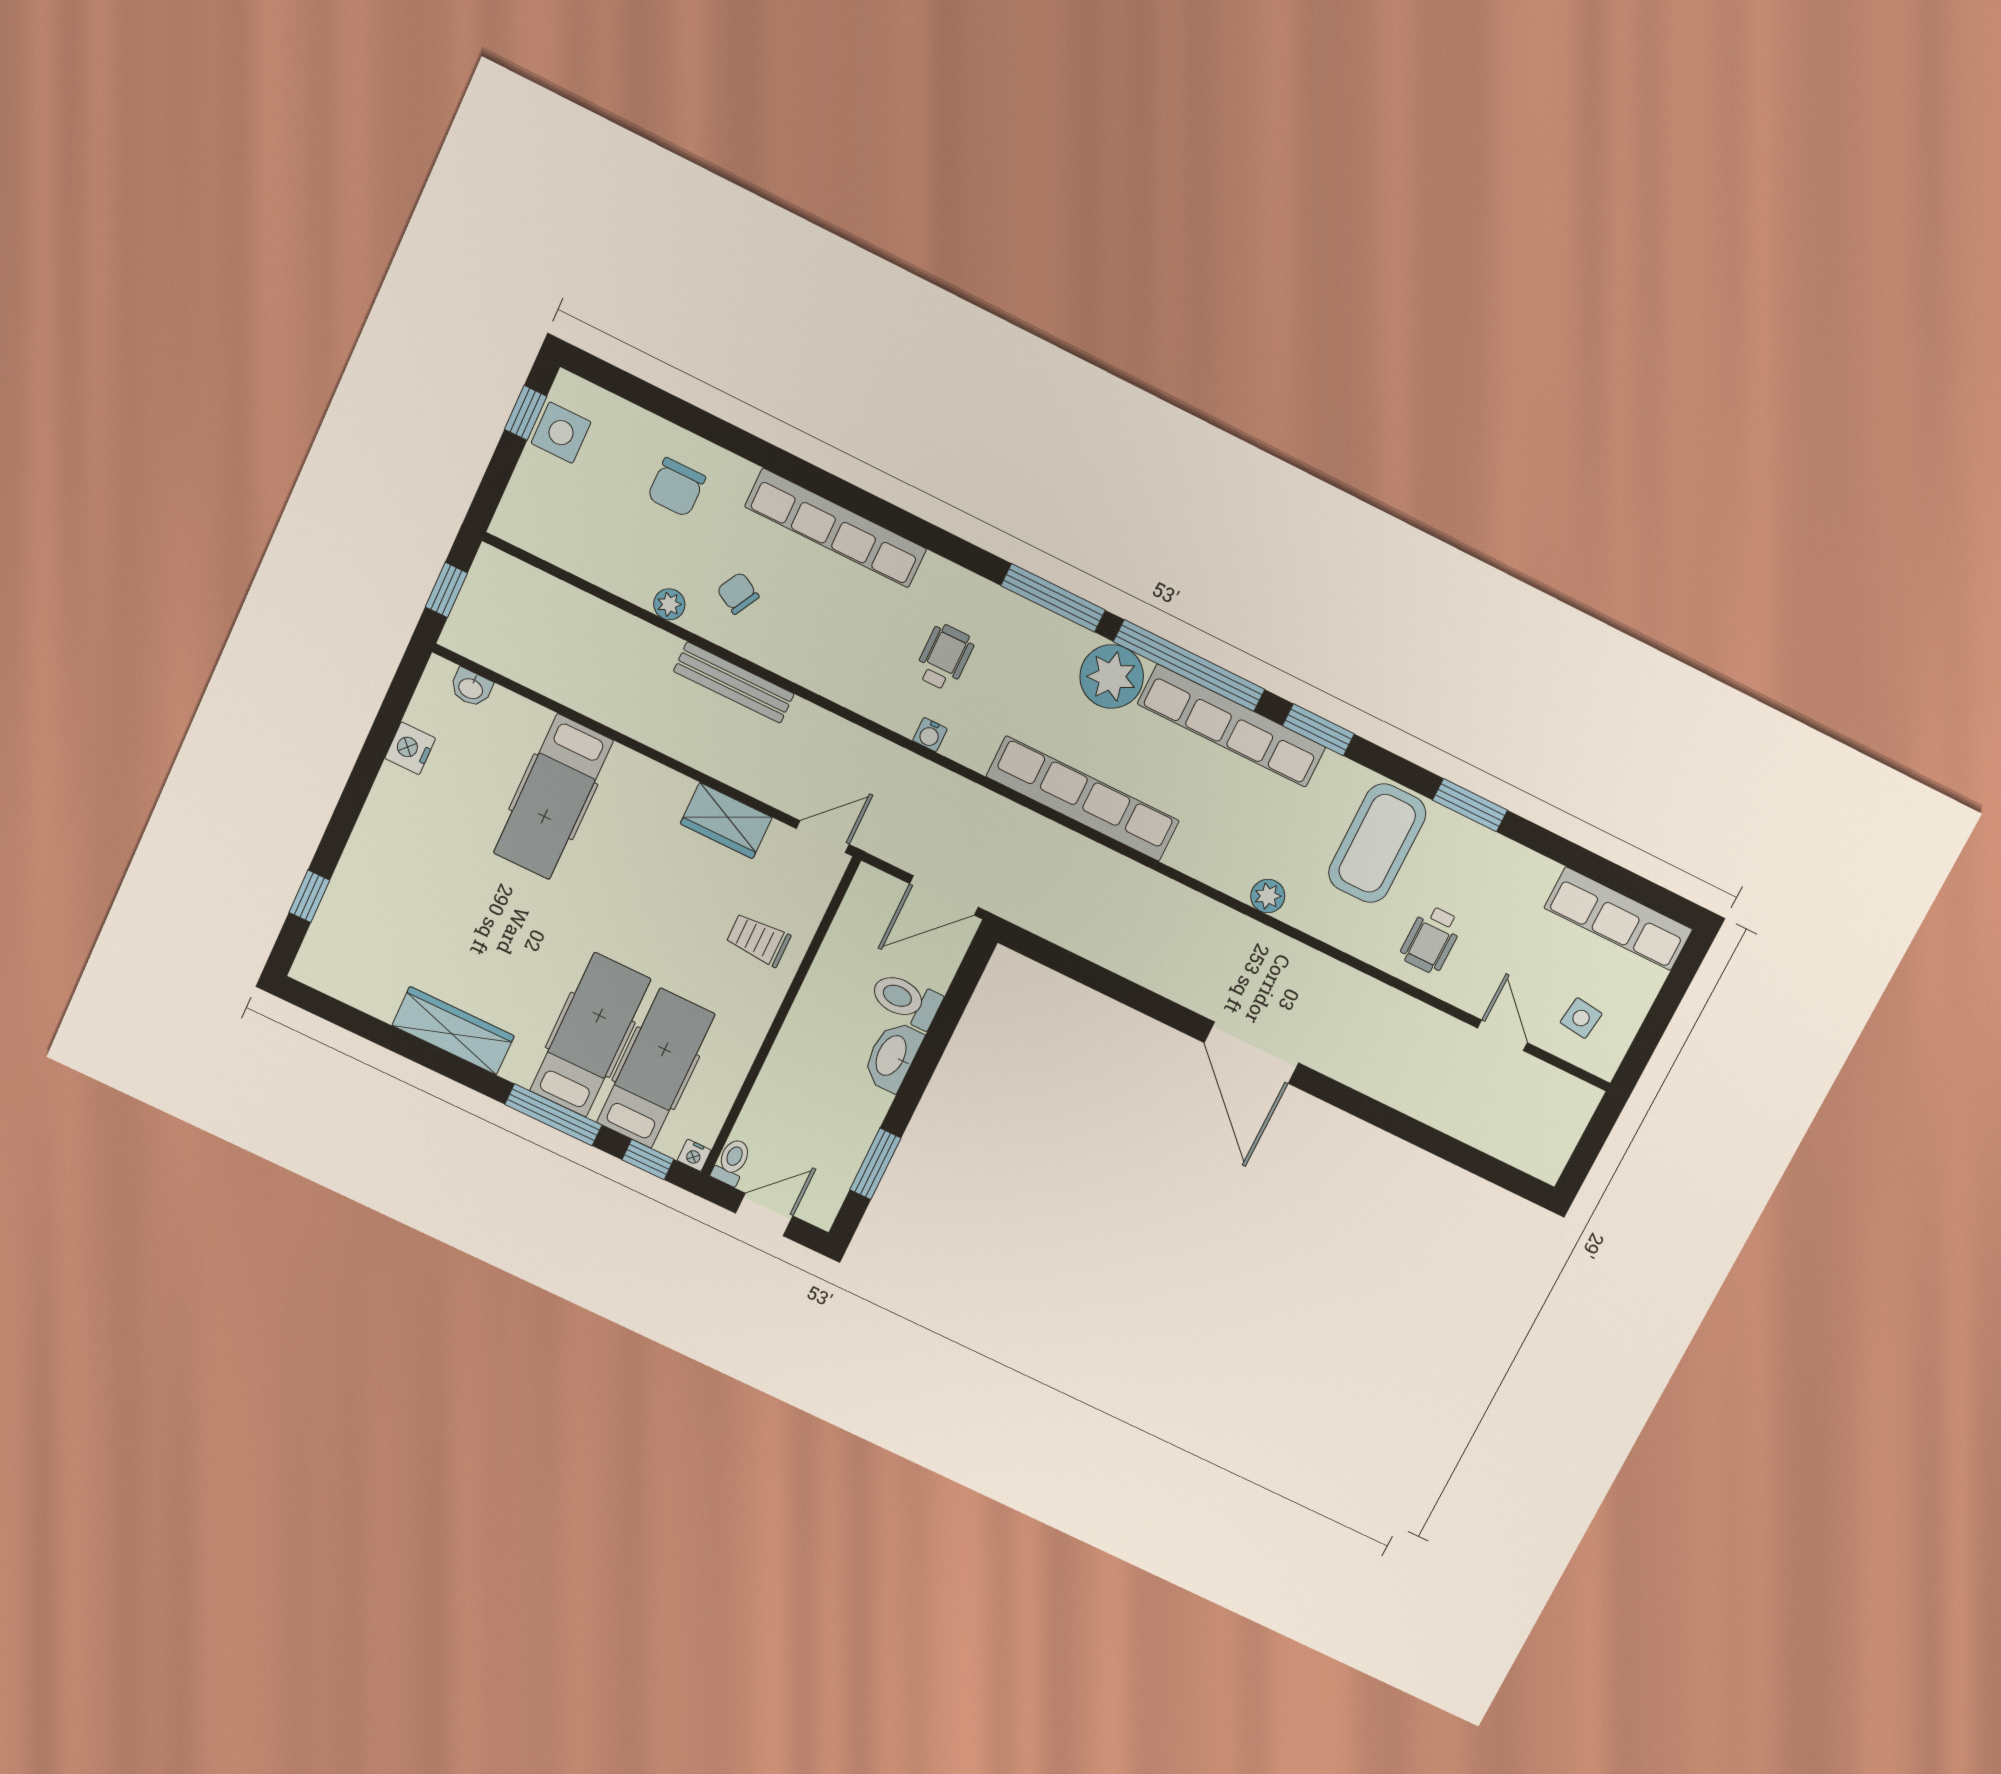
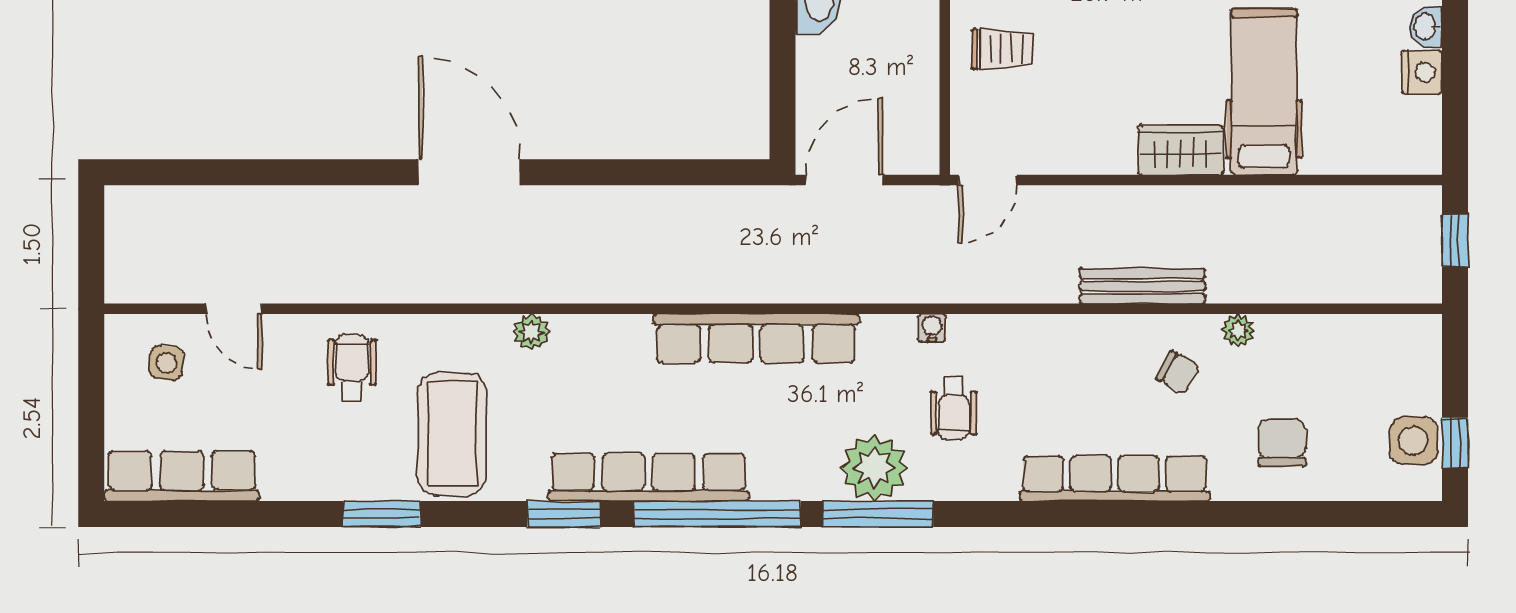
plant: (1112, 677) -> (874, 468), moved
washbasin: (471, 688) -> (1426, 27), moved, turned -90
wardrobe: (726, 821) -> (1180, 150), moved
toilet: (906, 1000) -> (831, 60), removed

